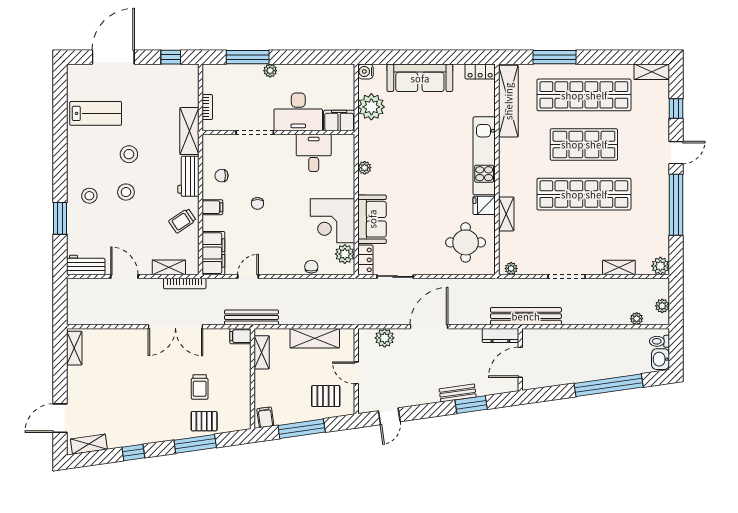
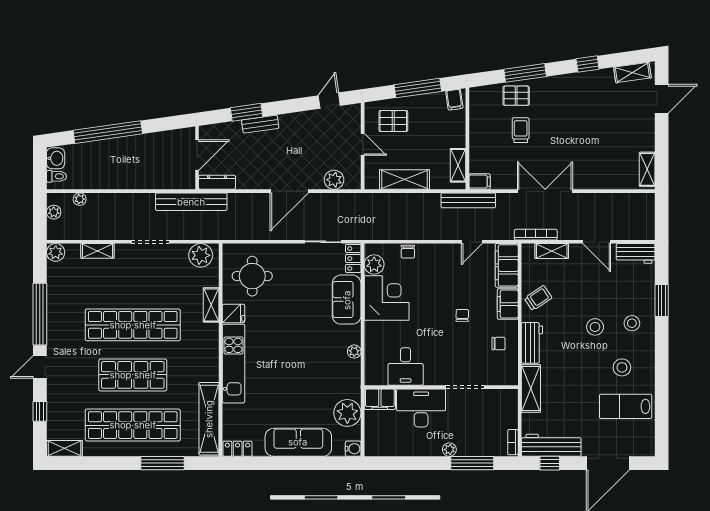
workbench: (169, 75) -> (551, 445), added
bookcase: (207, 107) -> (513, 442), moved
stool: (129, 154) -> (622, 367), moved
filing cabinet: (212, 207) -> (508, 304), width x2.00
plant: (511, 268) -> (201, 255), width x1.88, depth x1.88

